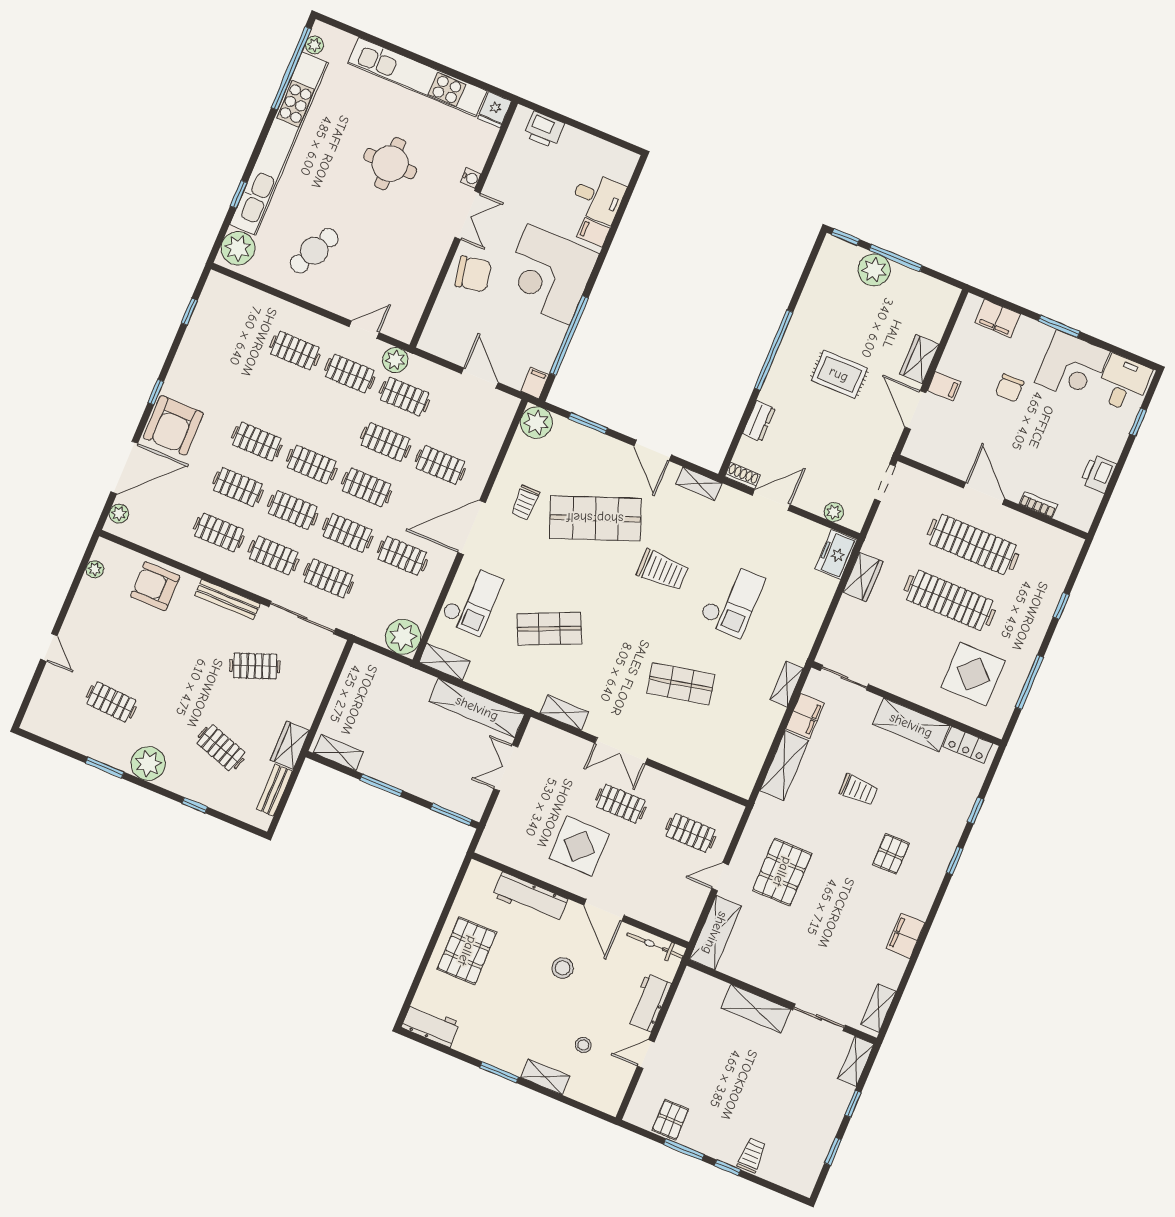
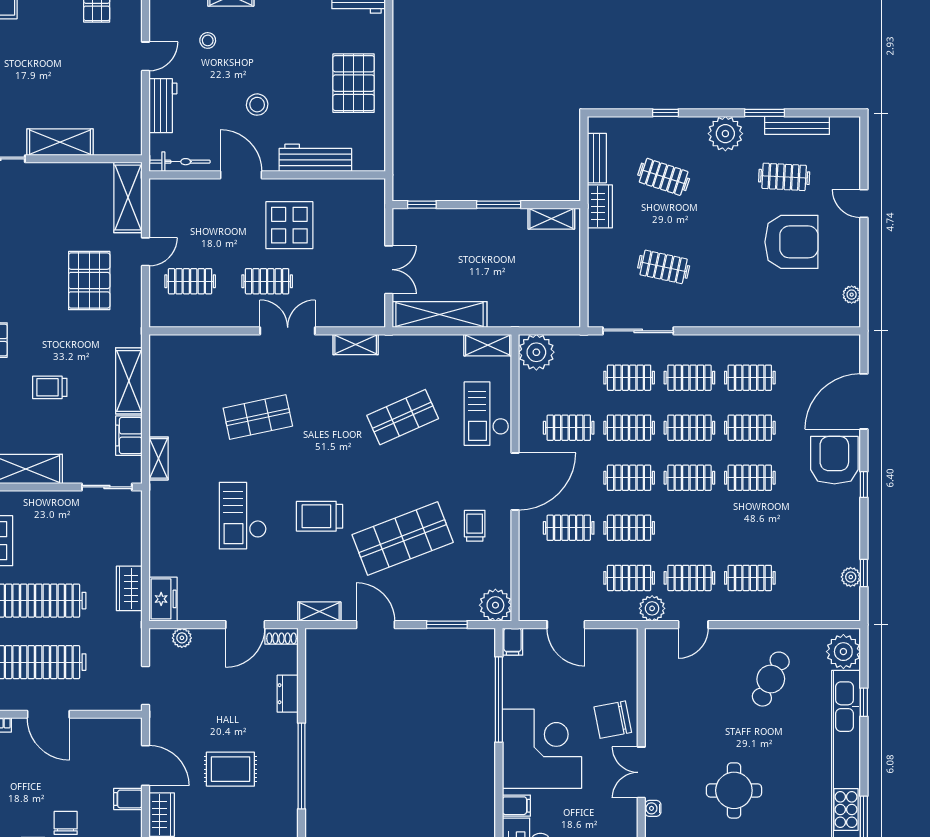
plant: (119, 514) -> (851, 577), moved
armchair: (155, 586) -> (791, 242), moved, width x1.36, depth x1.36
bench: (227, 599) -> (797, 125), moved
clothes rail: (255, 666) -> (664, 267), turned 33
window: (451, 814) -> (422, 205), width x0.67

